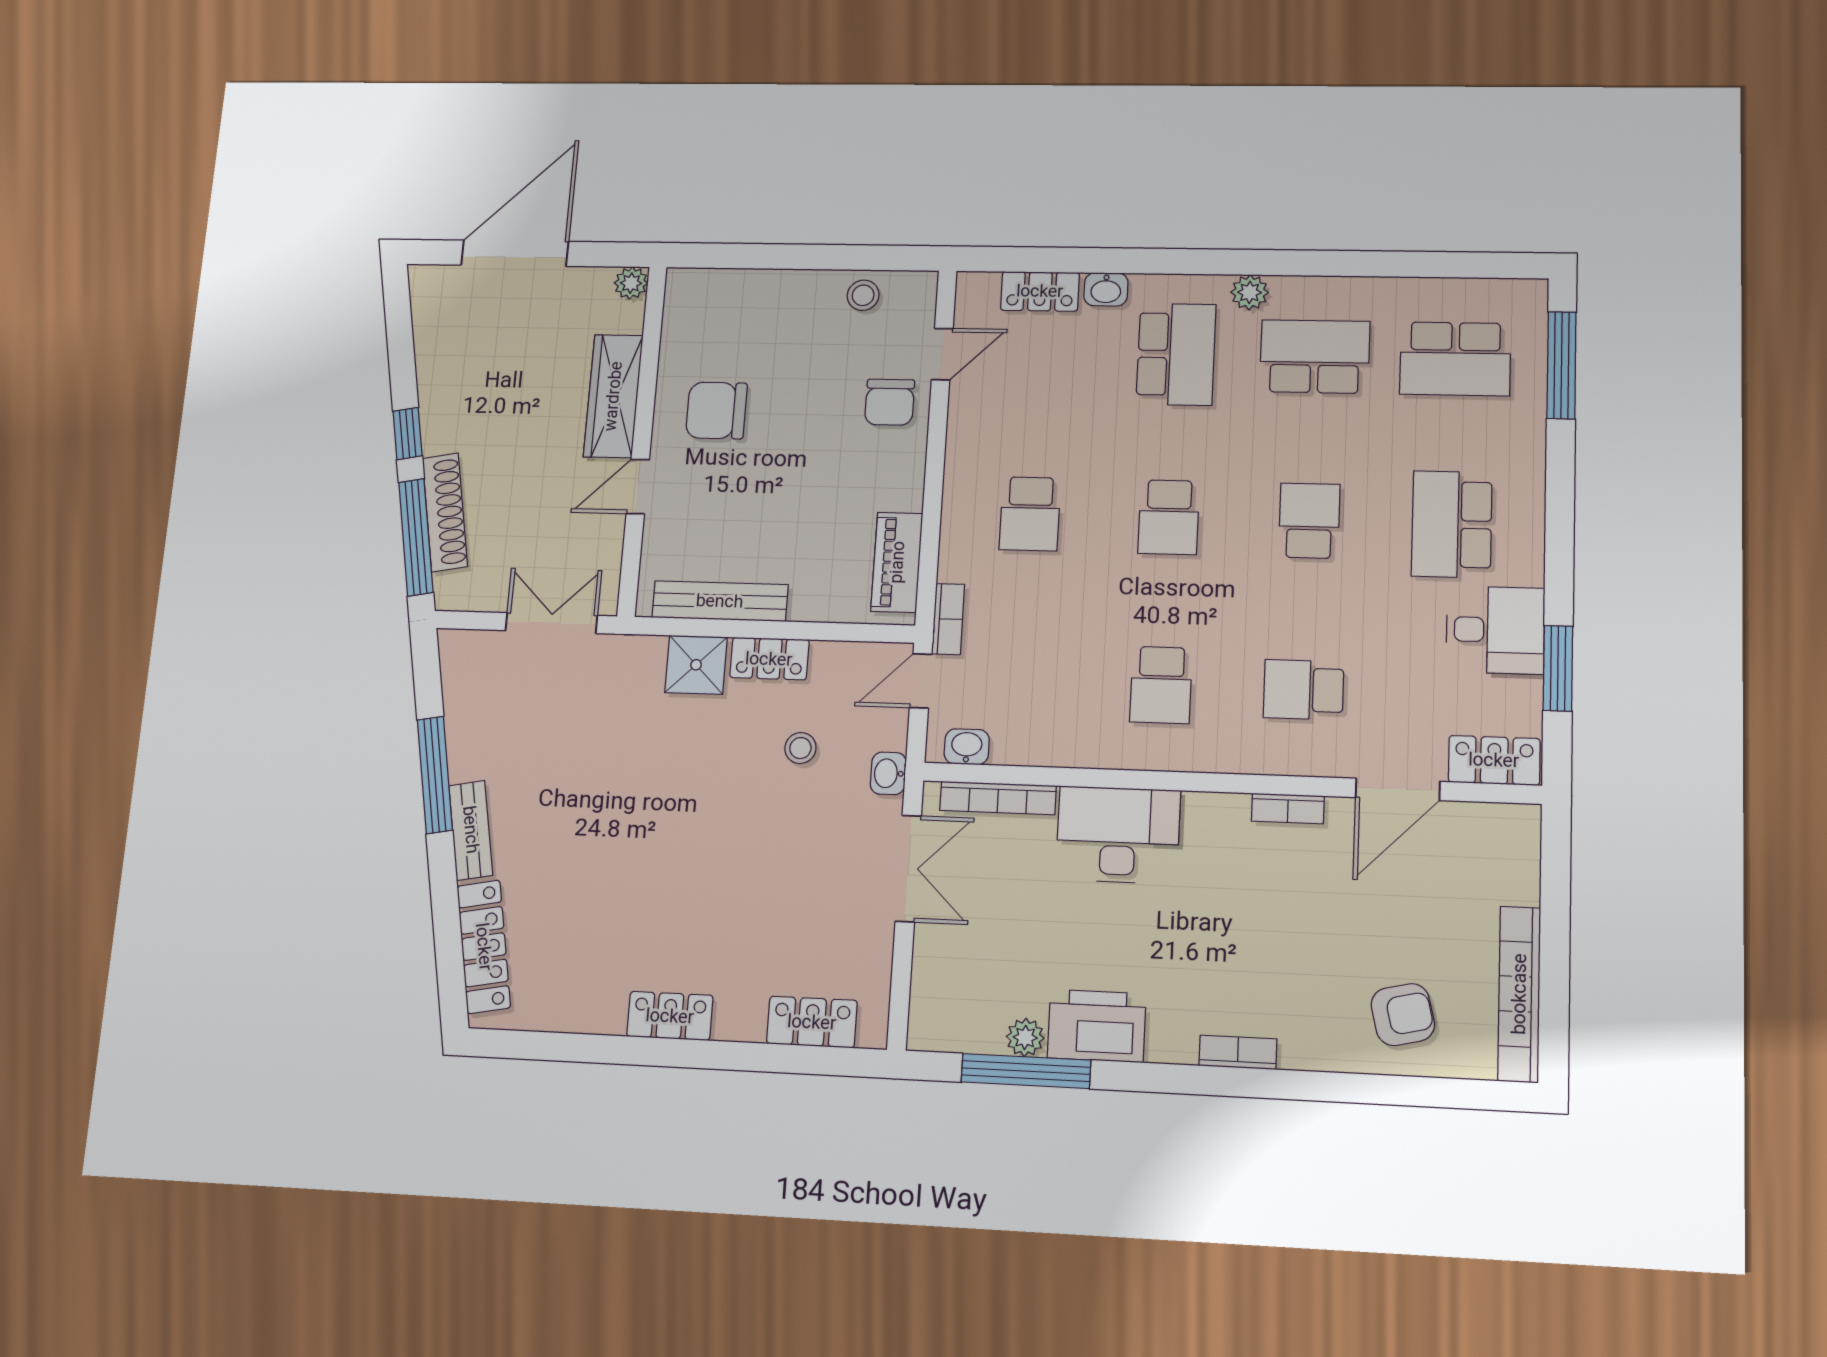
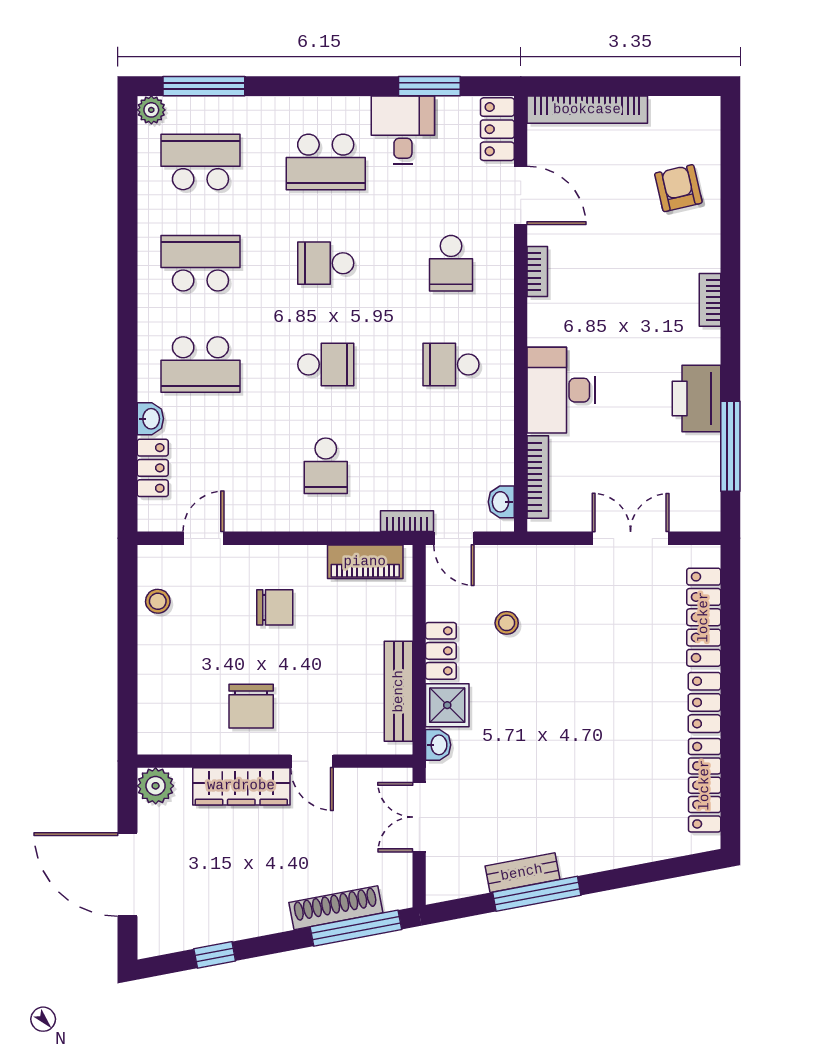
plant: (631, 283) -> (156, 786), width x1.38, depth x1.38
plant: (1250, 292) -> (151, 110), moved
door: (942, 354) -> (203, 538), hinge flipped
school desk: (1176, 354) -> (200, 364), turned 180
school desk: (1315, 357) -> (200, 263), turned 90
school desk: (1455, 359) -> (200, 162), turned -90
chair: (890, 402) -> (275, 607), moved
window: (408, 434) -> (215, 955), moved
school desk: (1030, 514) -> (326, 466), turned 90
school desk: (1161, 685) -> (451, 364), turned 180
washbasin: (888, 773) -> (438, 745), moved, turned -90
bench: (471, 830) -> (522, 873), moved
double door: (908, 868) -> (631, 538), moved
locker: (484, 947) -> (705, 785), moved, turned -79
bookcase: (1519, 994) -> (587, 110), moved
locker: (812, 1022) -> (704, 617), width x1.53
plant: (1025, 1037) -> (707, 448), removed

